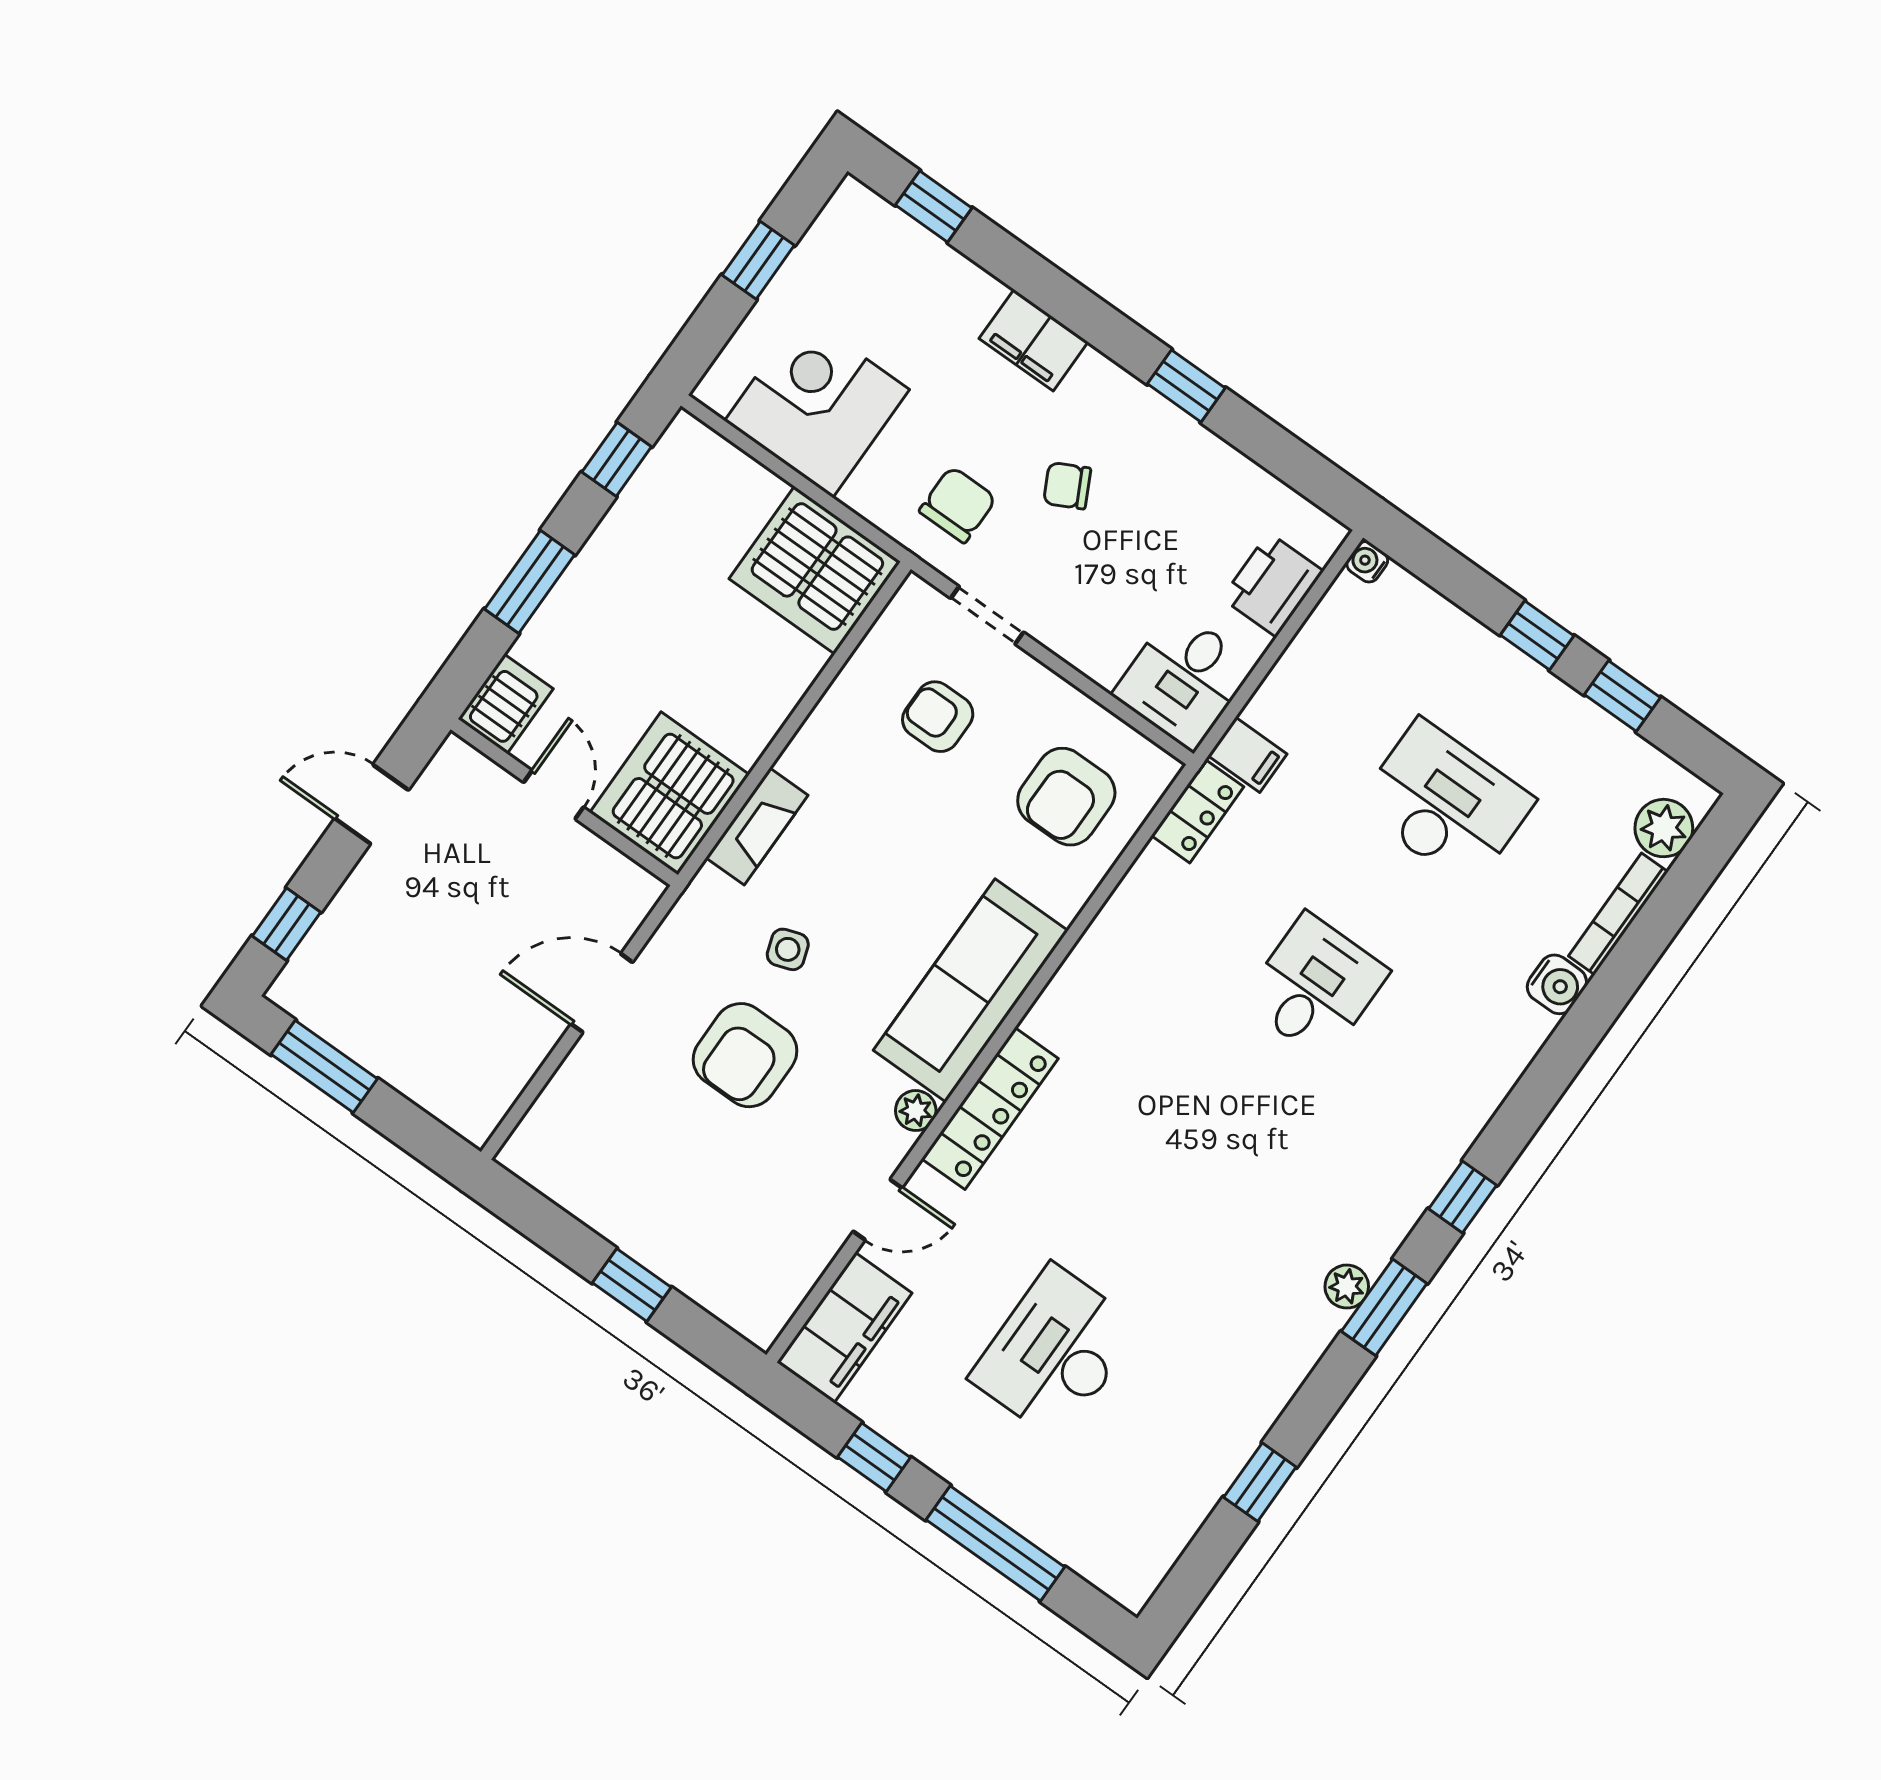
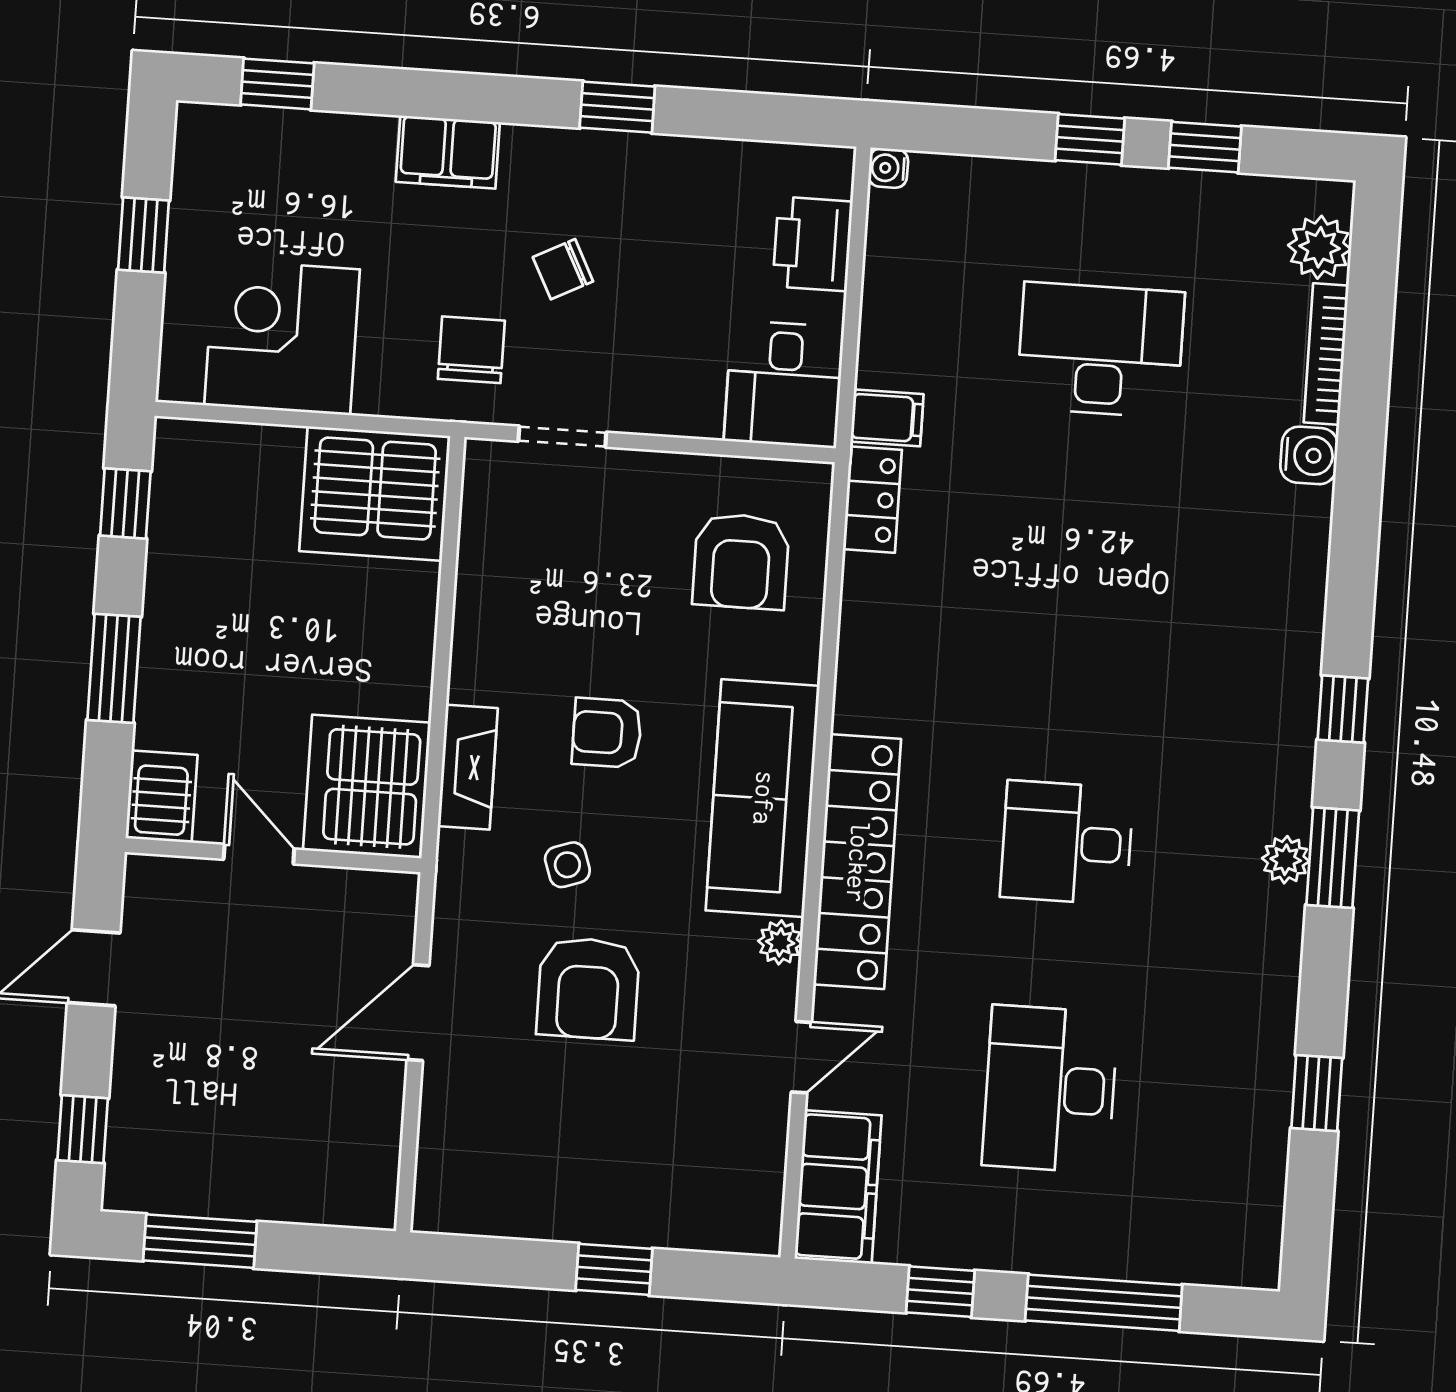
armchair: (938, 717) -> (607, 733), moved
desk: (1315, 987) -> (1067, 843), moved, turned -90
locker: (990, 1109) -> (857, 862), width x1.41, depth x1.21

